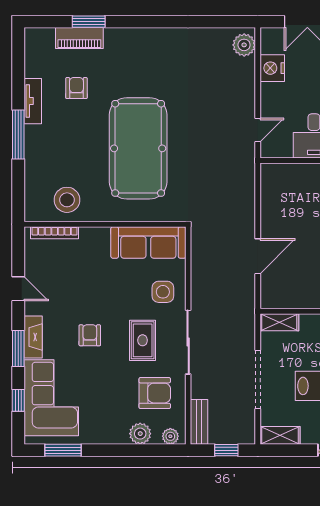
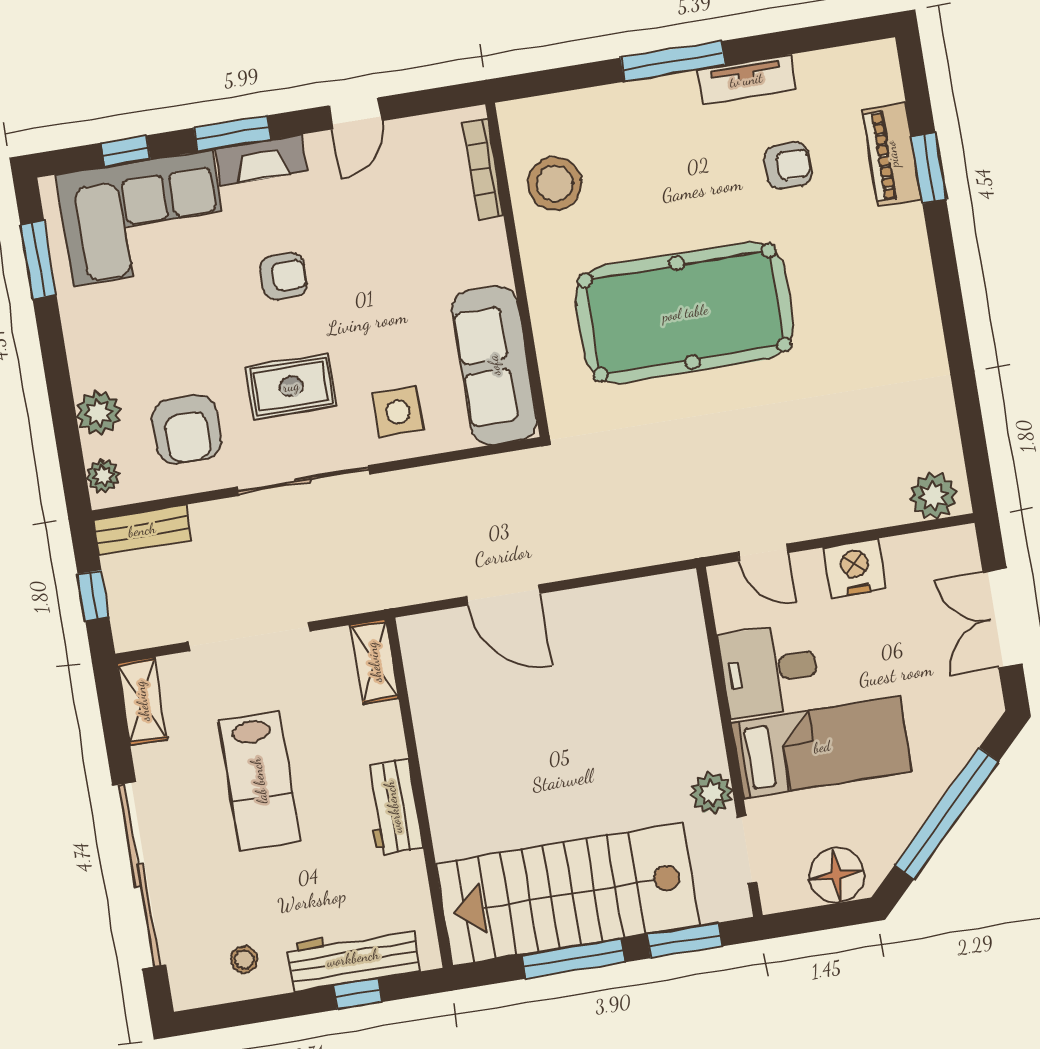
nightstand: (272, 68) -> (855, 568), moved

